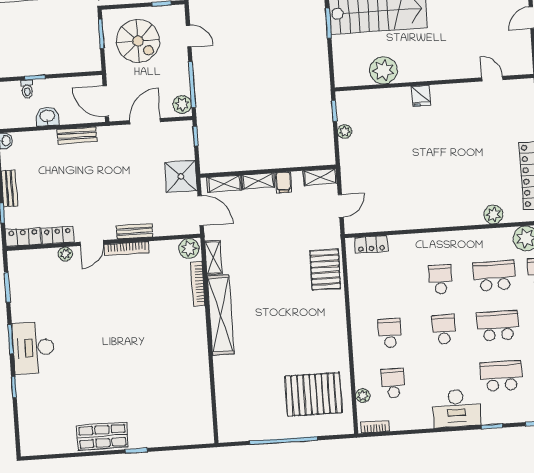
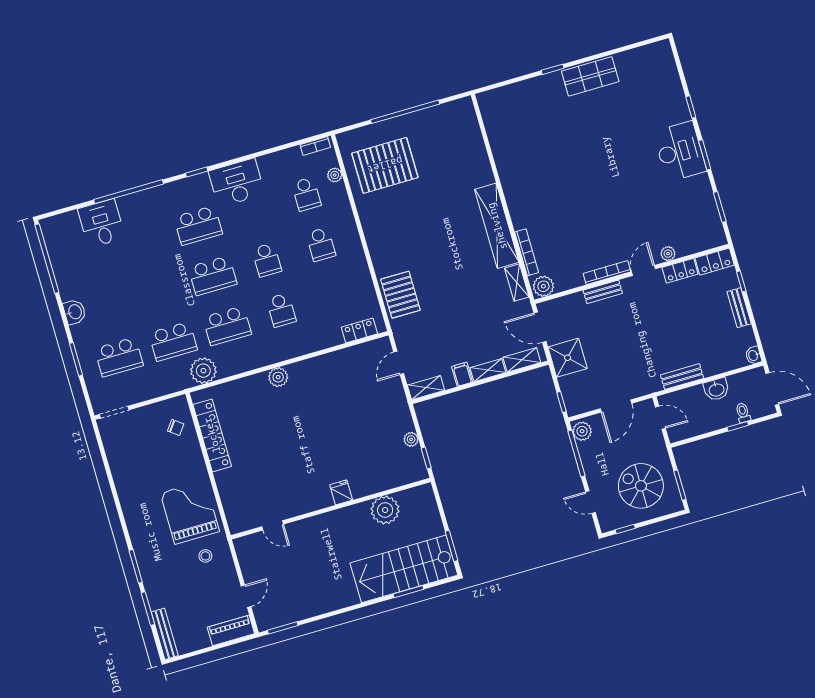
door: (106, 101) -> (660, 418), width x0.73
plant: (493, 215) -> (278, 377), moved

